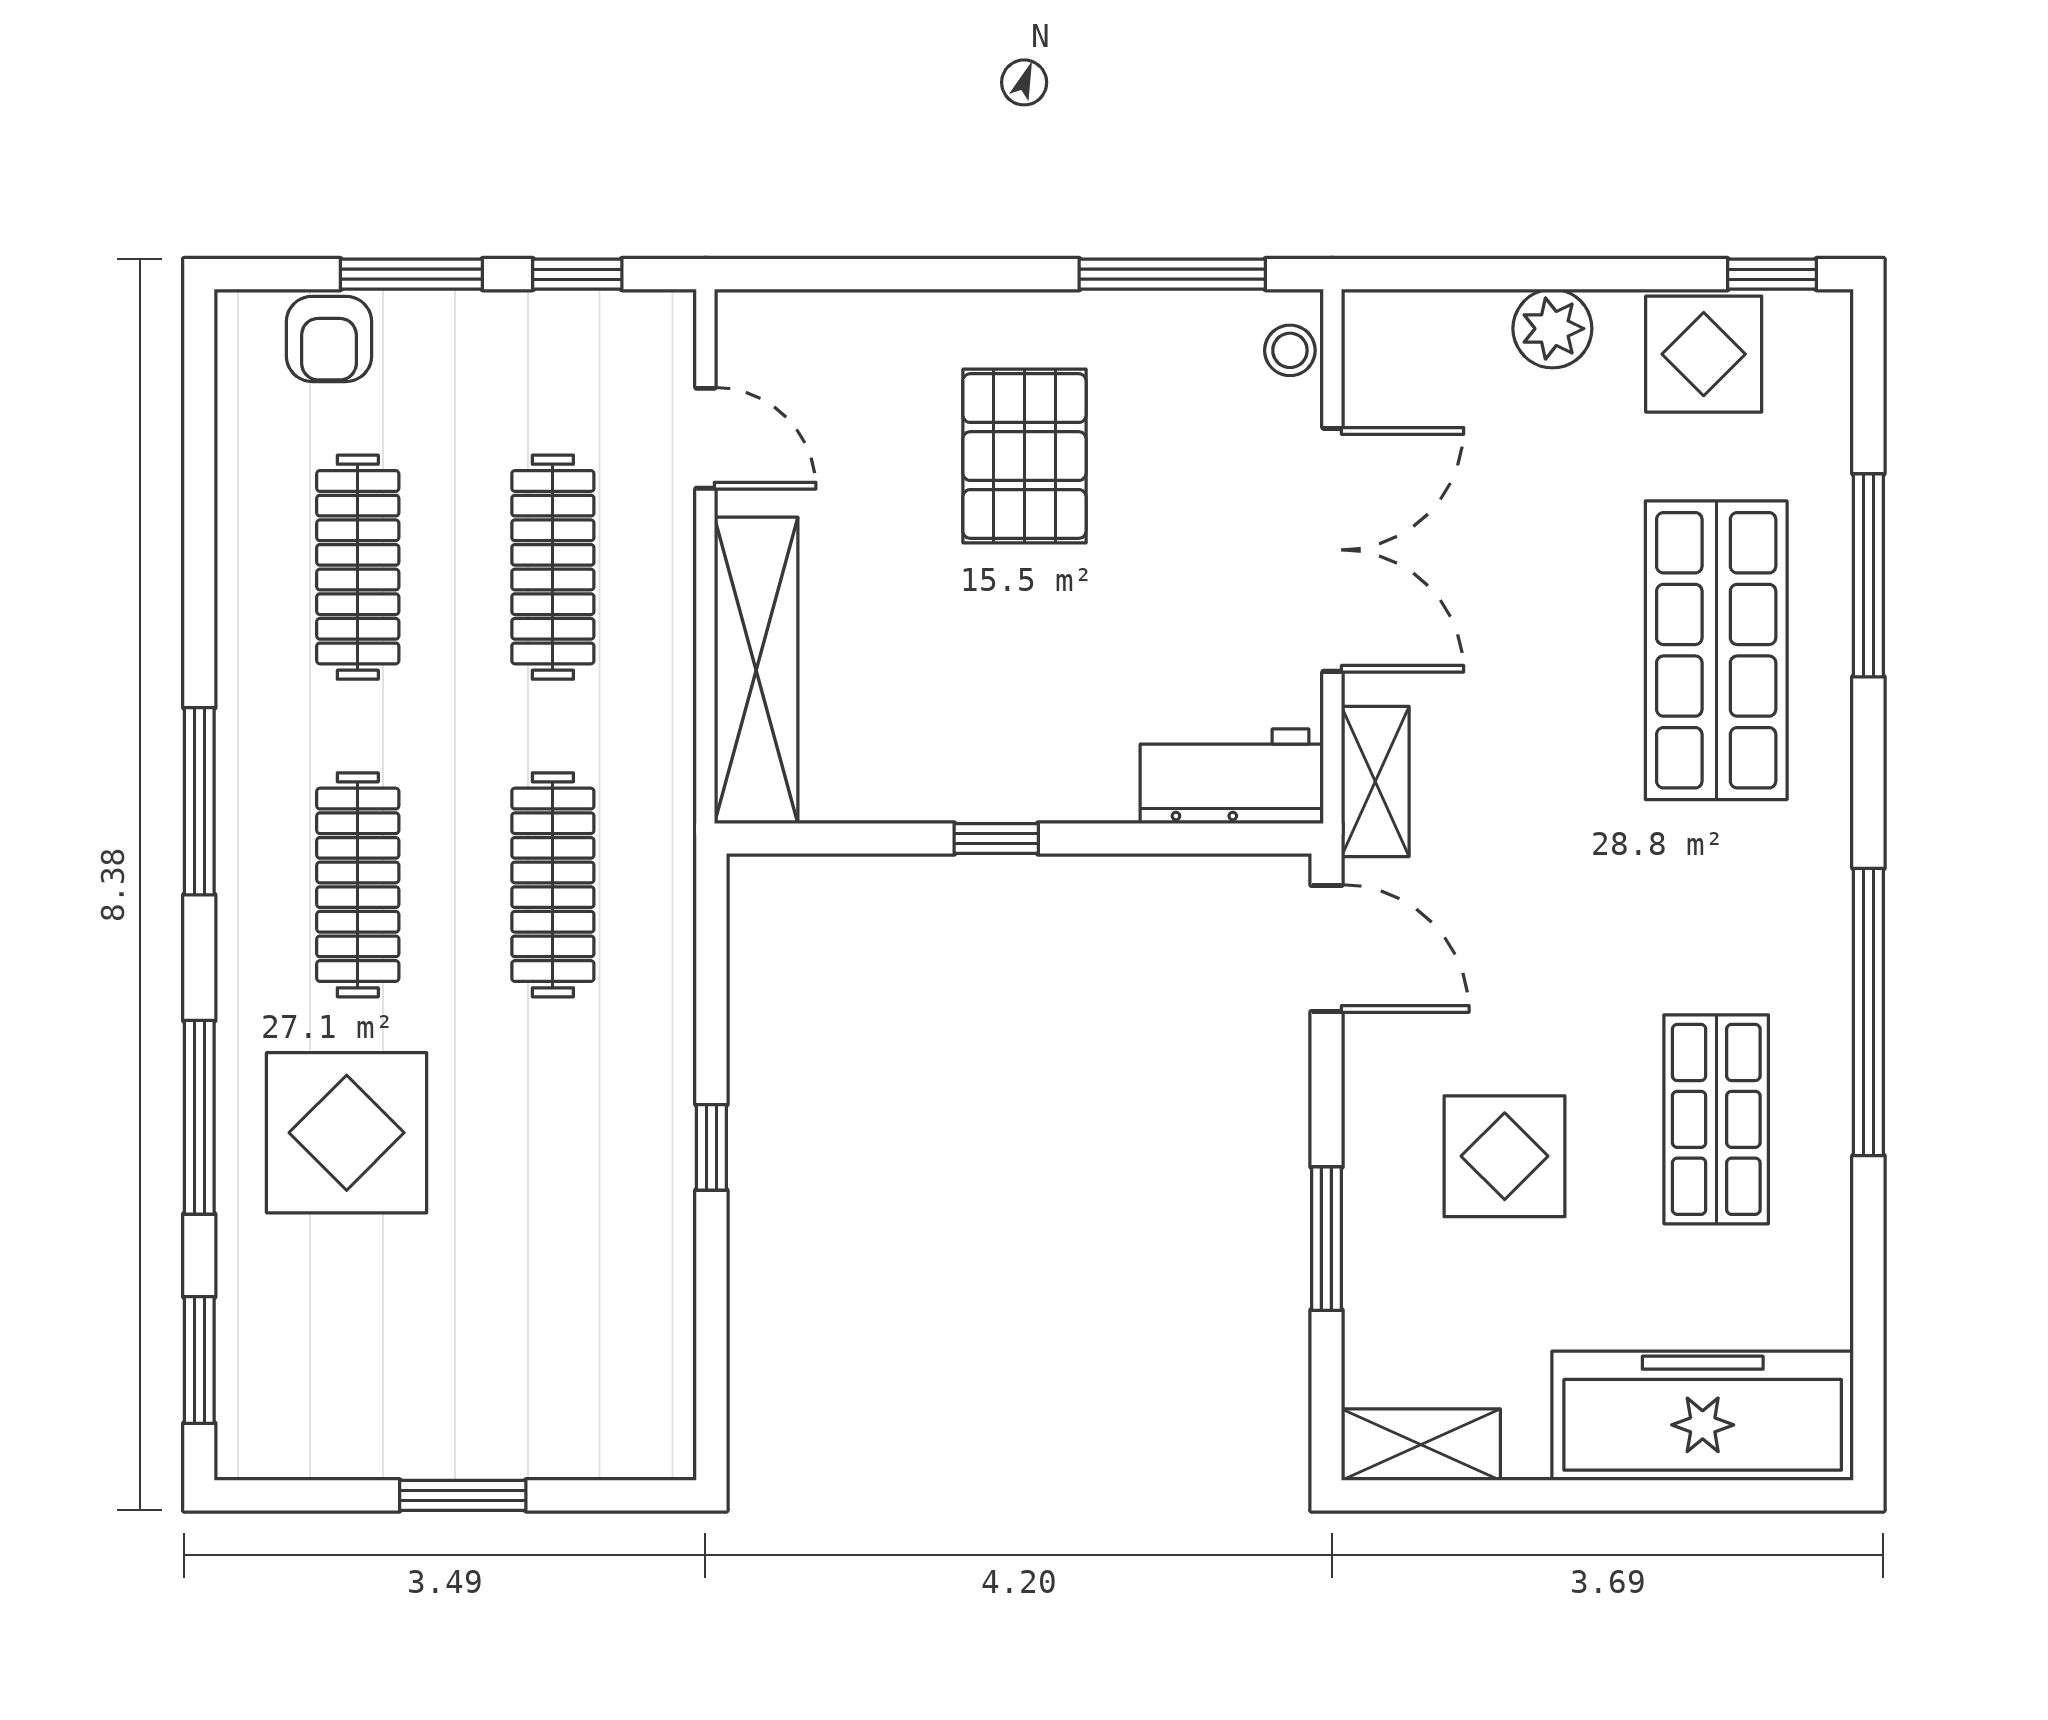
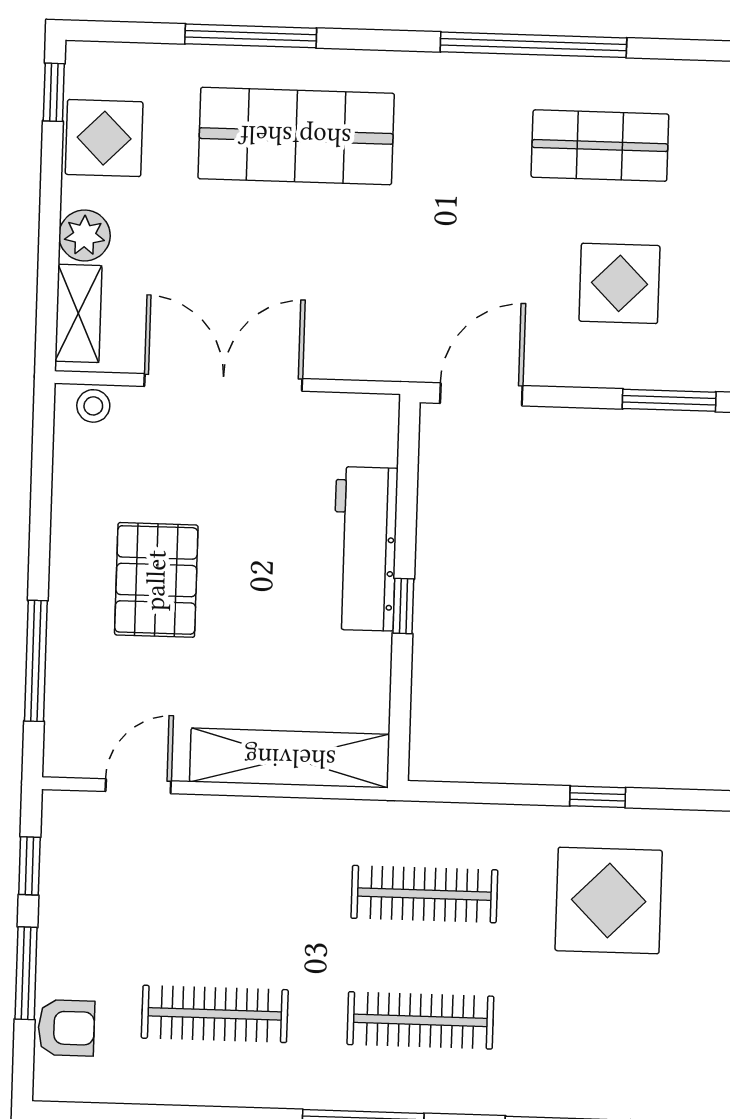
window: (1172, 274) -> (36, 661), moved
pallet: (1024, 456) -> (156, 580), turned 90
clothes rail: (553, 567) -> (219, 888), removed
workbench: (1232, 776) -> (365, 549), moved, width x1.38
shelving: (1375, 781) -> (78, 313), moved, turned 90
display table: (347, 1133) -> (609, 900), moved

